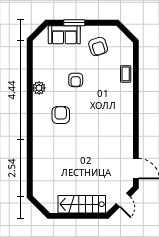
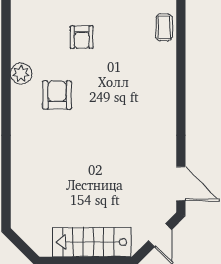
plant: (39, 88) -> (21, 74), moved

